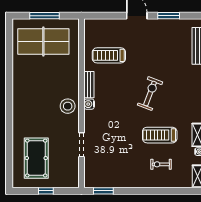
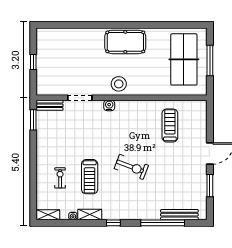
bench: (89, 85) -> (50, 105), moved
water cooler: (89, 104) -> (109, 105), moved
treadmill: (160, 135) -> (90, 177), turned 180
pool table: (36, 158) -> (125, 42), moved

